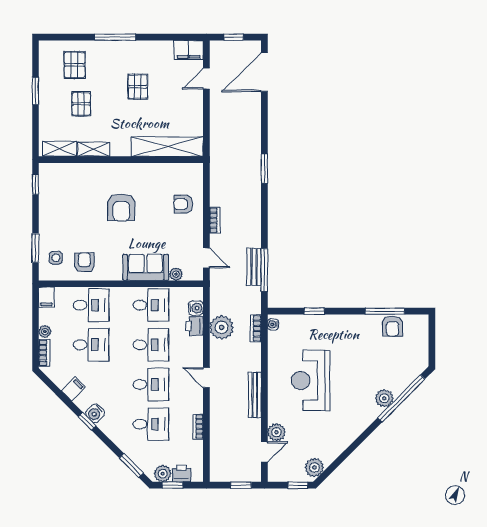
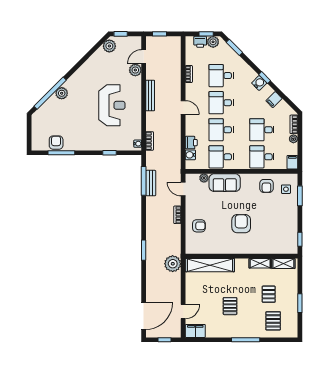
plant: (222, 327) -> (173, 264), moved

